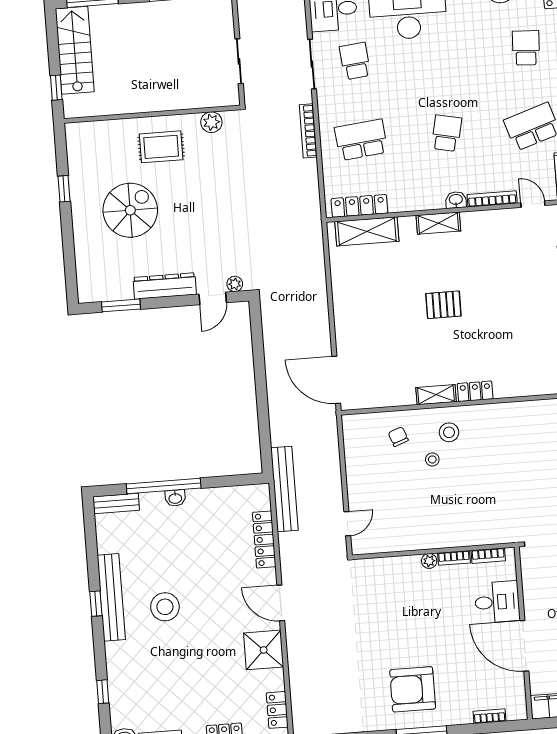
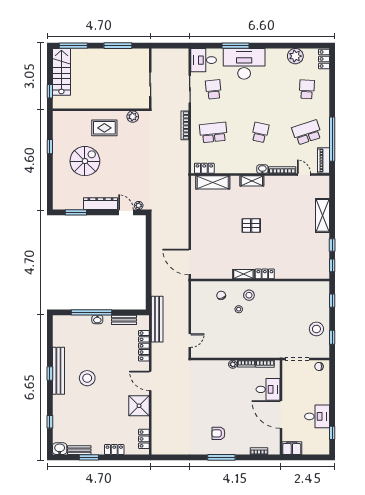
locker: (359, 206) -> (204, 168), width x0.66
door: (213, 298) -> (126, 212), swing flipped
bench: (116, 503) -> (124, 320), moved
armchair: (413, 689) -> (218, 433), width x0.53, depth x0.53

